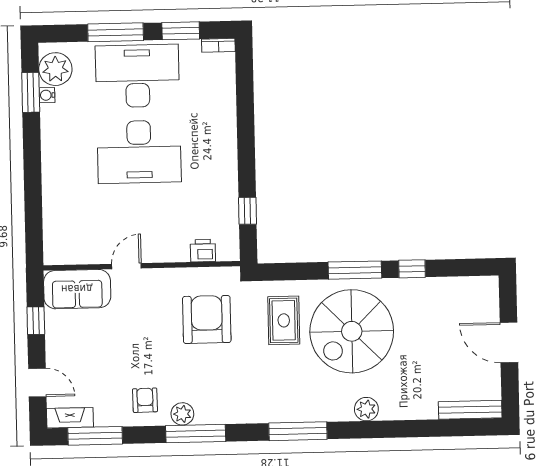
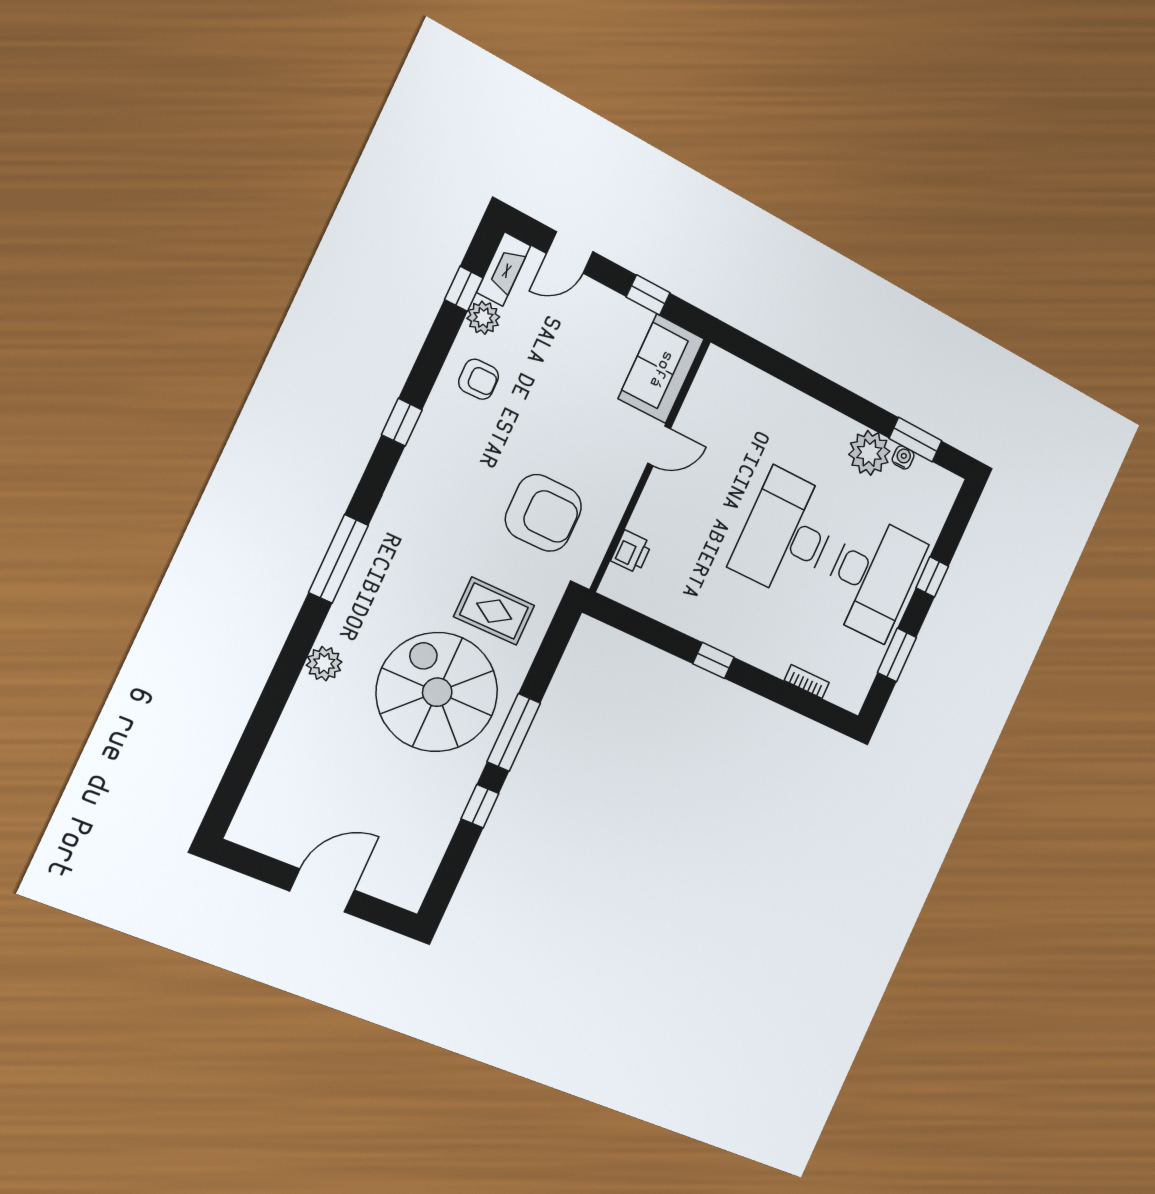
window: (116, 32) -> (932, 577), width x0.46
bookcase: (218, 45) -> (807, 682), moved, turned 90
plant: (55, 69) -> (869, 453), moved
window: (248, 211) -> (713, 661), moved
door: (126, 266) -> (659, 446), hinge flipped
bench: (470, 410) -> (255, 801), removed
plant: (182, 414) -> (483, 318), moved
window: (196, 434) -> (402, 422), width x0.46
window: (95, 436) -> (464, 289), width x0.46

